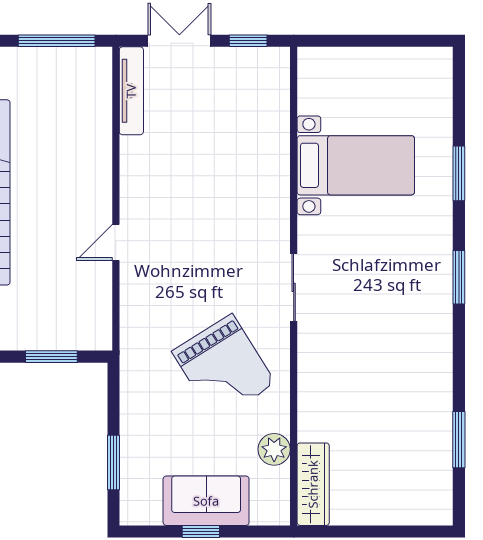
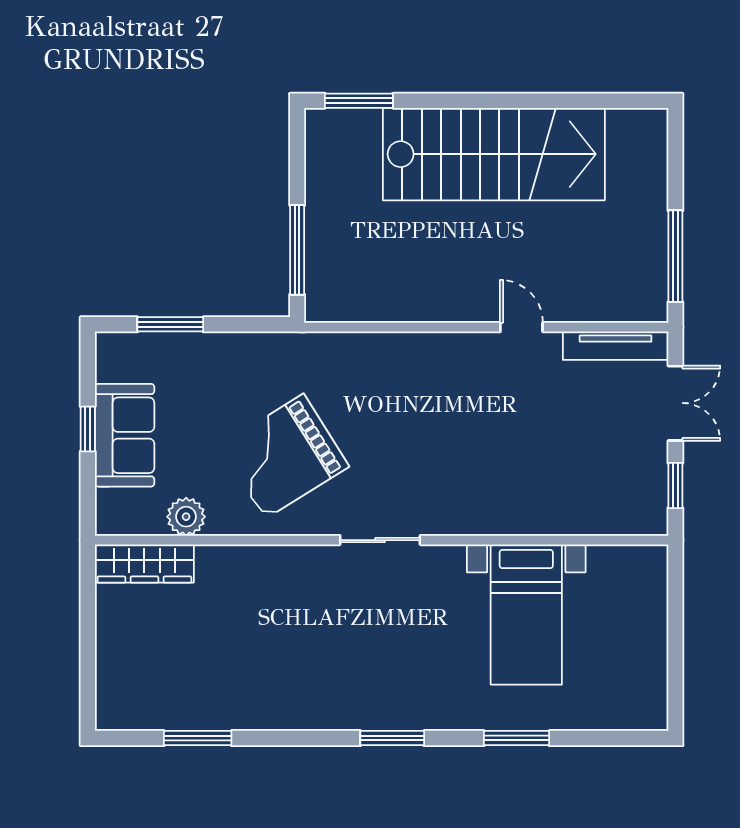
door: (116, 242) -> (521, 327), moved
window: (51, 357) -> (297, 250), width x1.44

